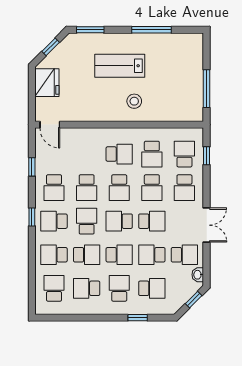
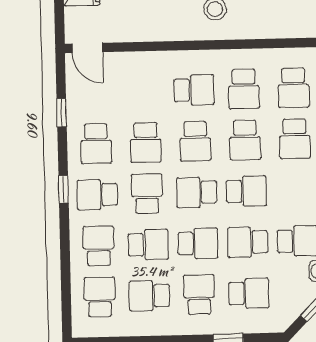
school desk: (184, 154) -> (293, 88), turned 180
school desk: (54, 255) -> (99, 246), turned 90

